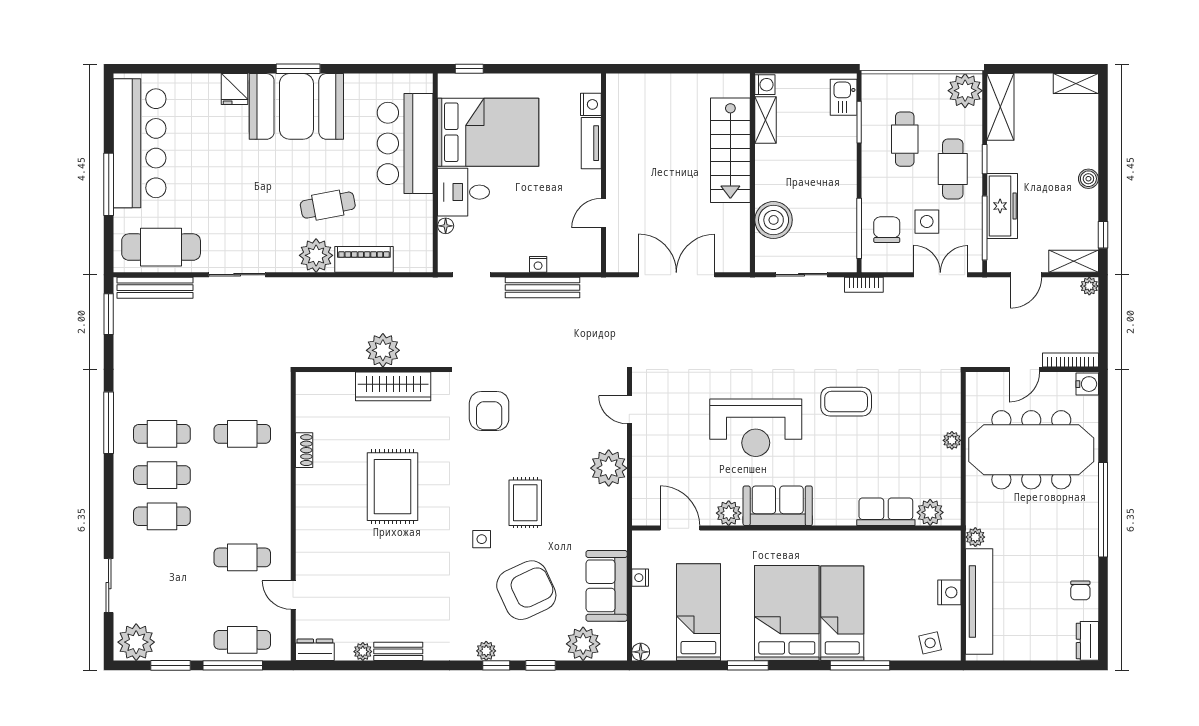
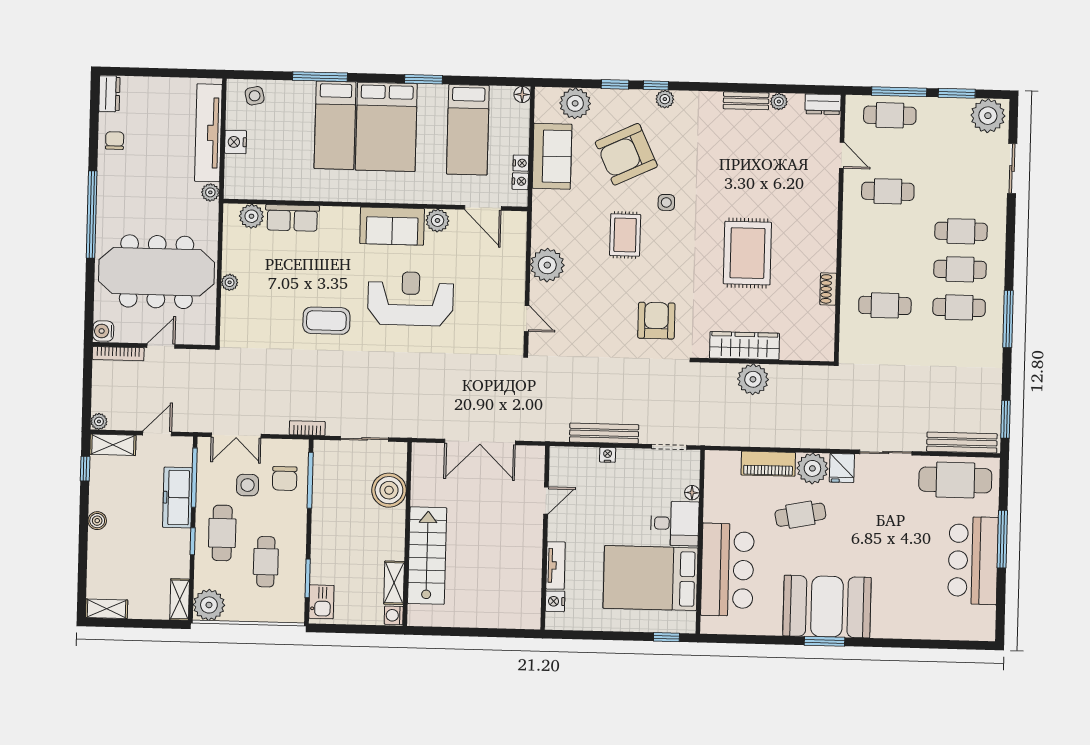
fridge: (234, 89) -> (842, 468), moved, turned 180
shelving: (1000, 107) -> (180, 599), width x0.67, depth x0.75
bar counter: (140, 143) -> (973, 560), width x0.73
nightstand: (640, 558) -> (520, 181), added

